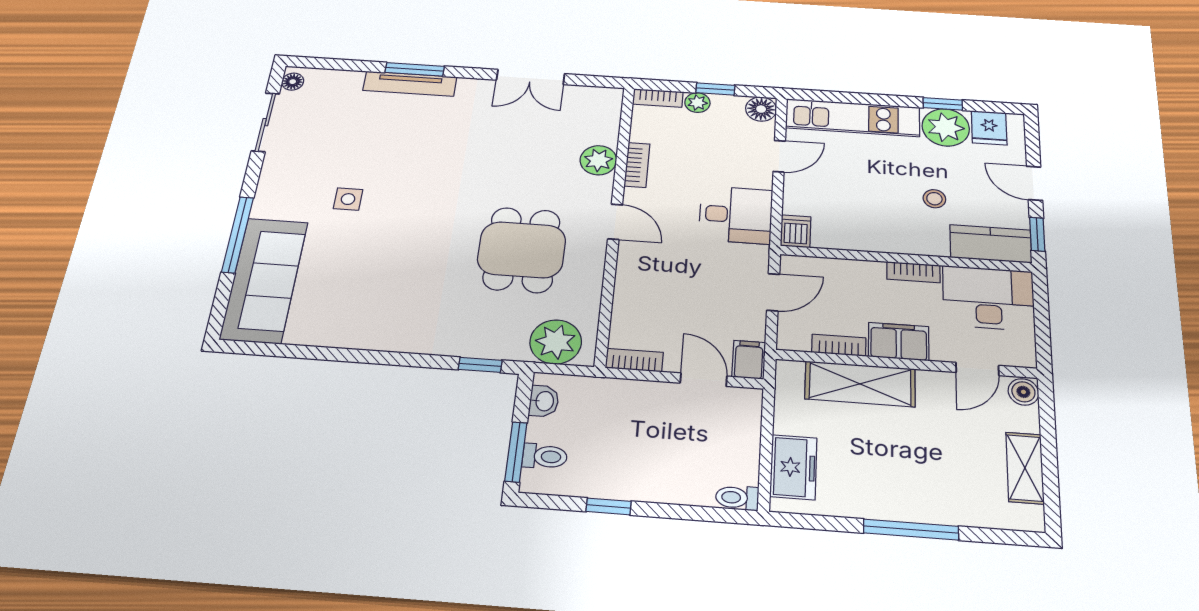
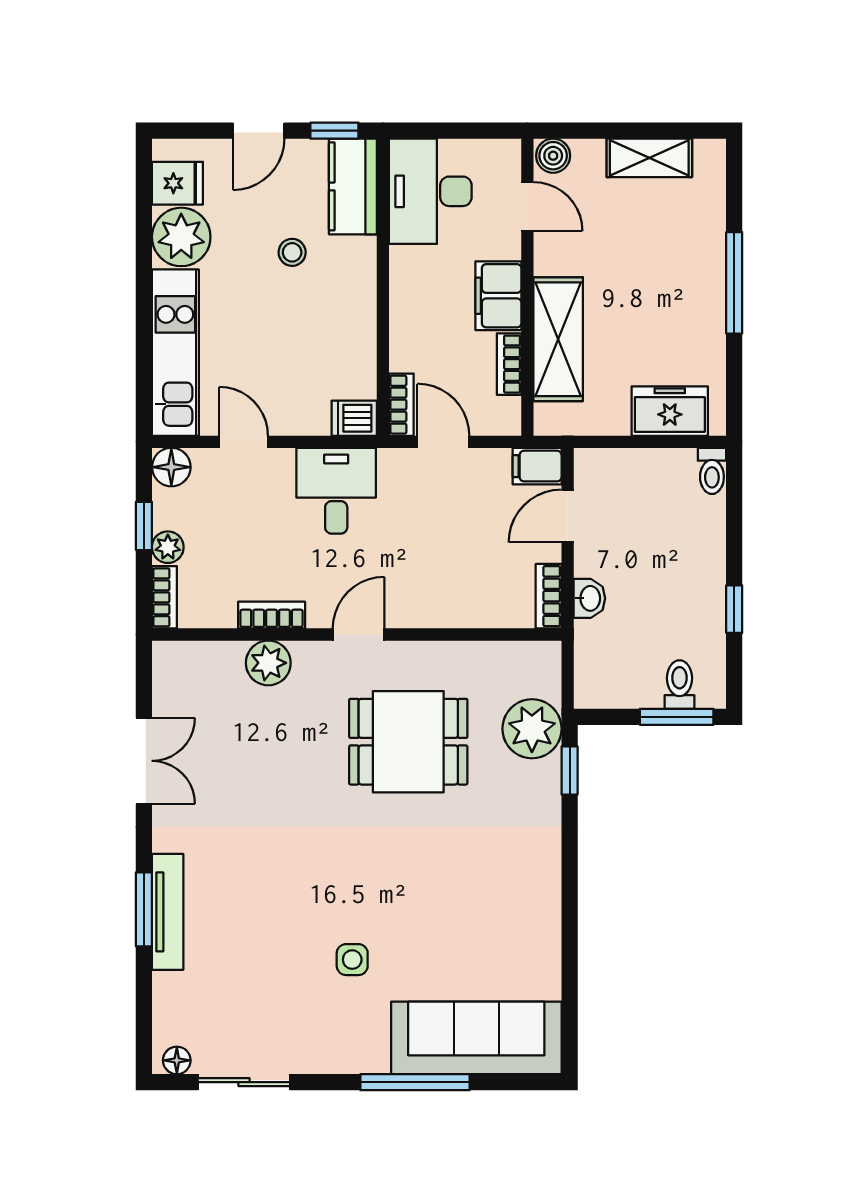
window: (943, 104) -> (144, 240), removed
bookcase: (913, 272) -> (401, 405), moved
plant: (556, 342) -> (532, 729), moved
washbasin: (544, 401) -> (589, 598), moved, turned 90

